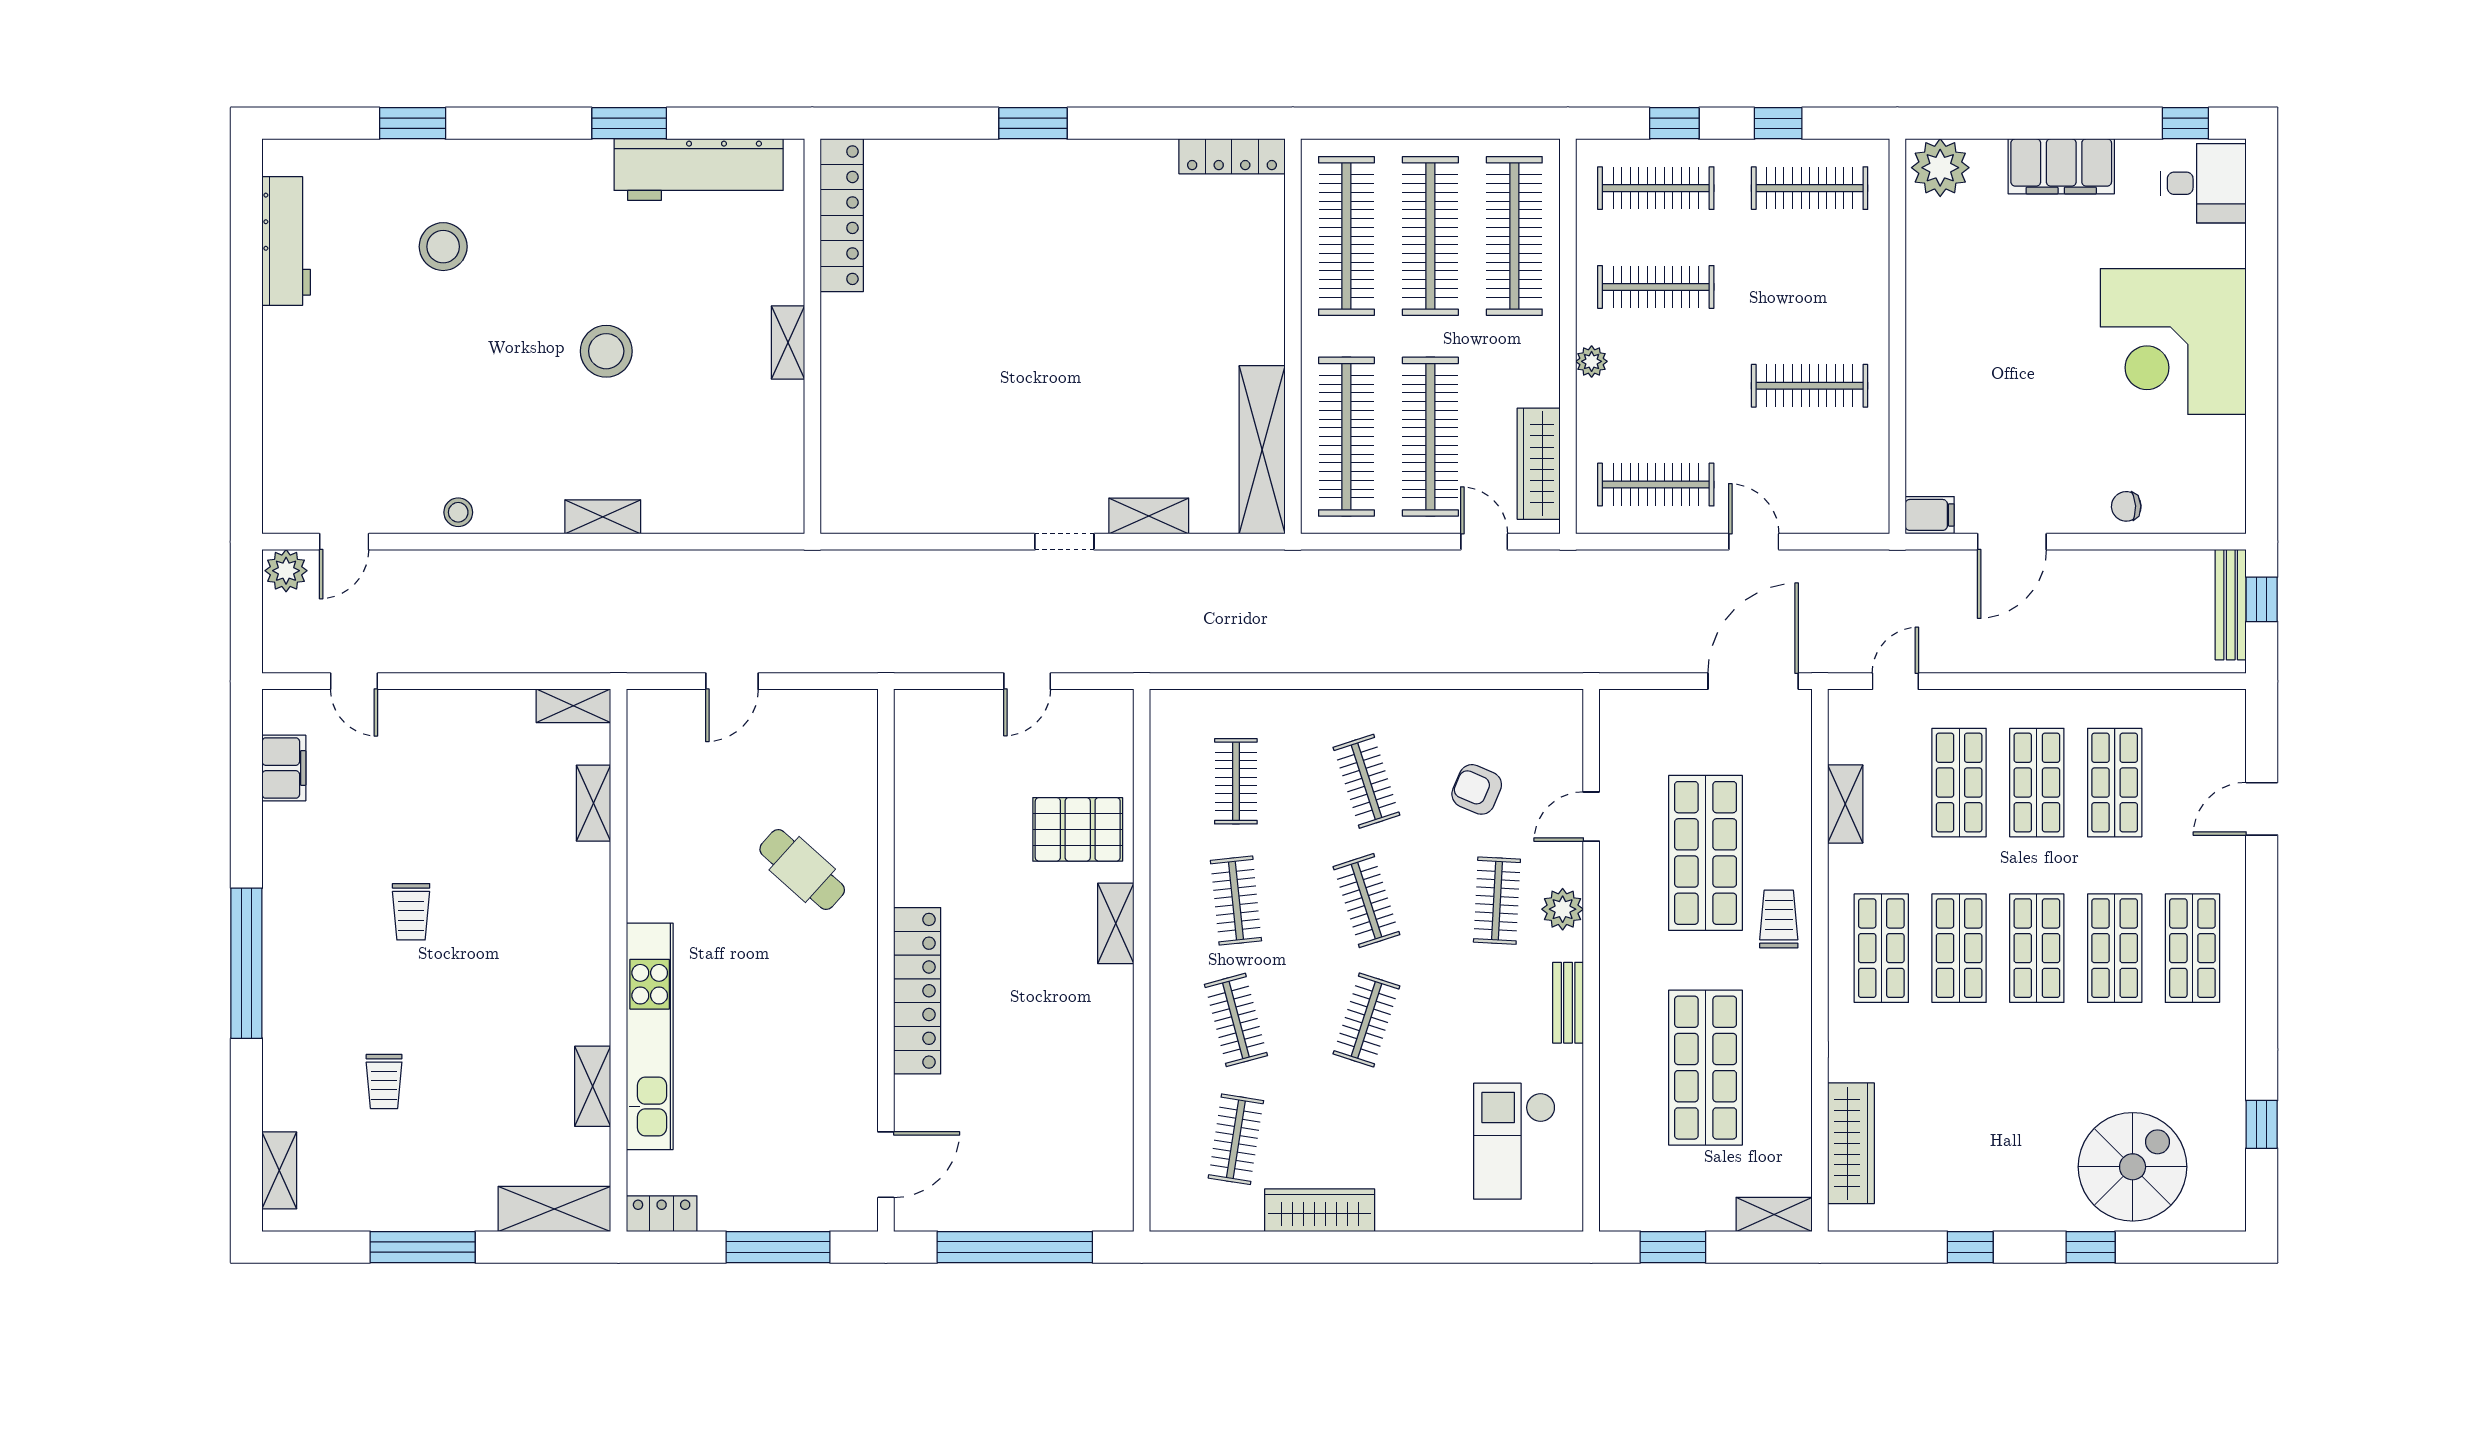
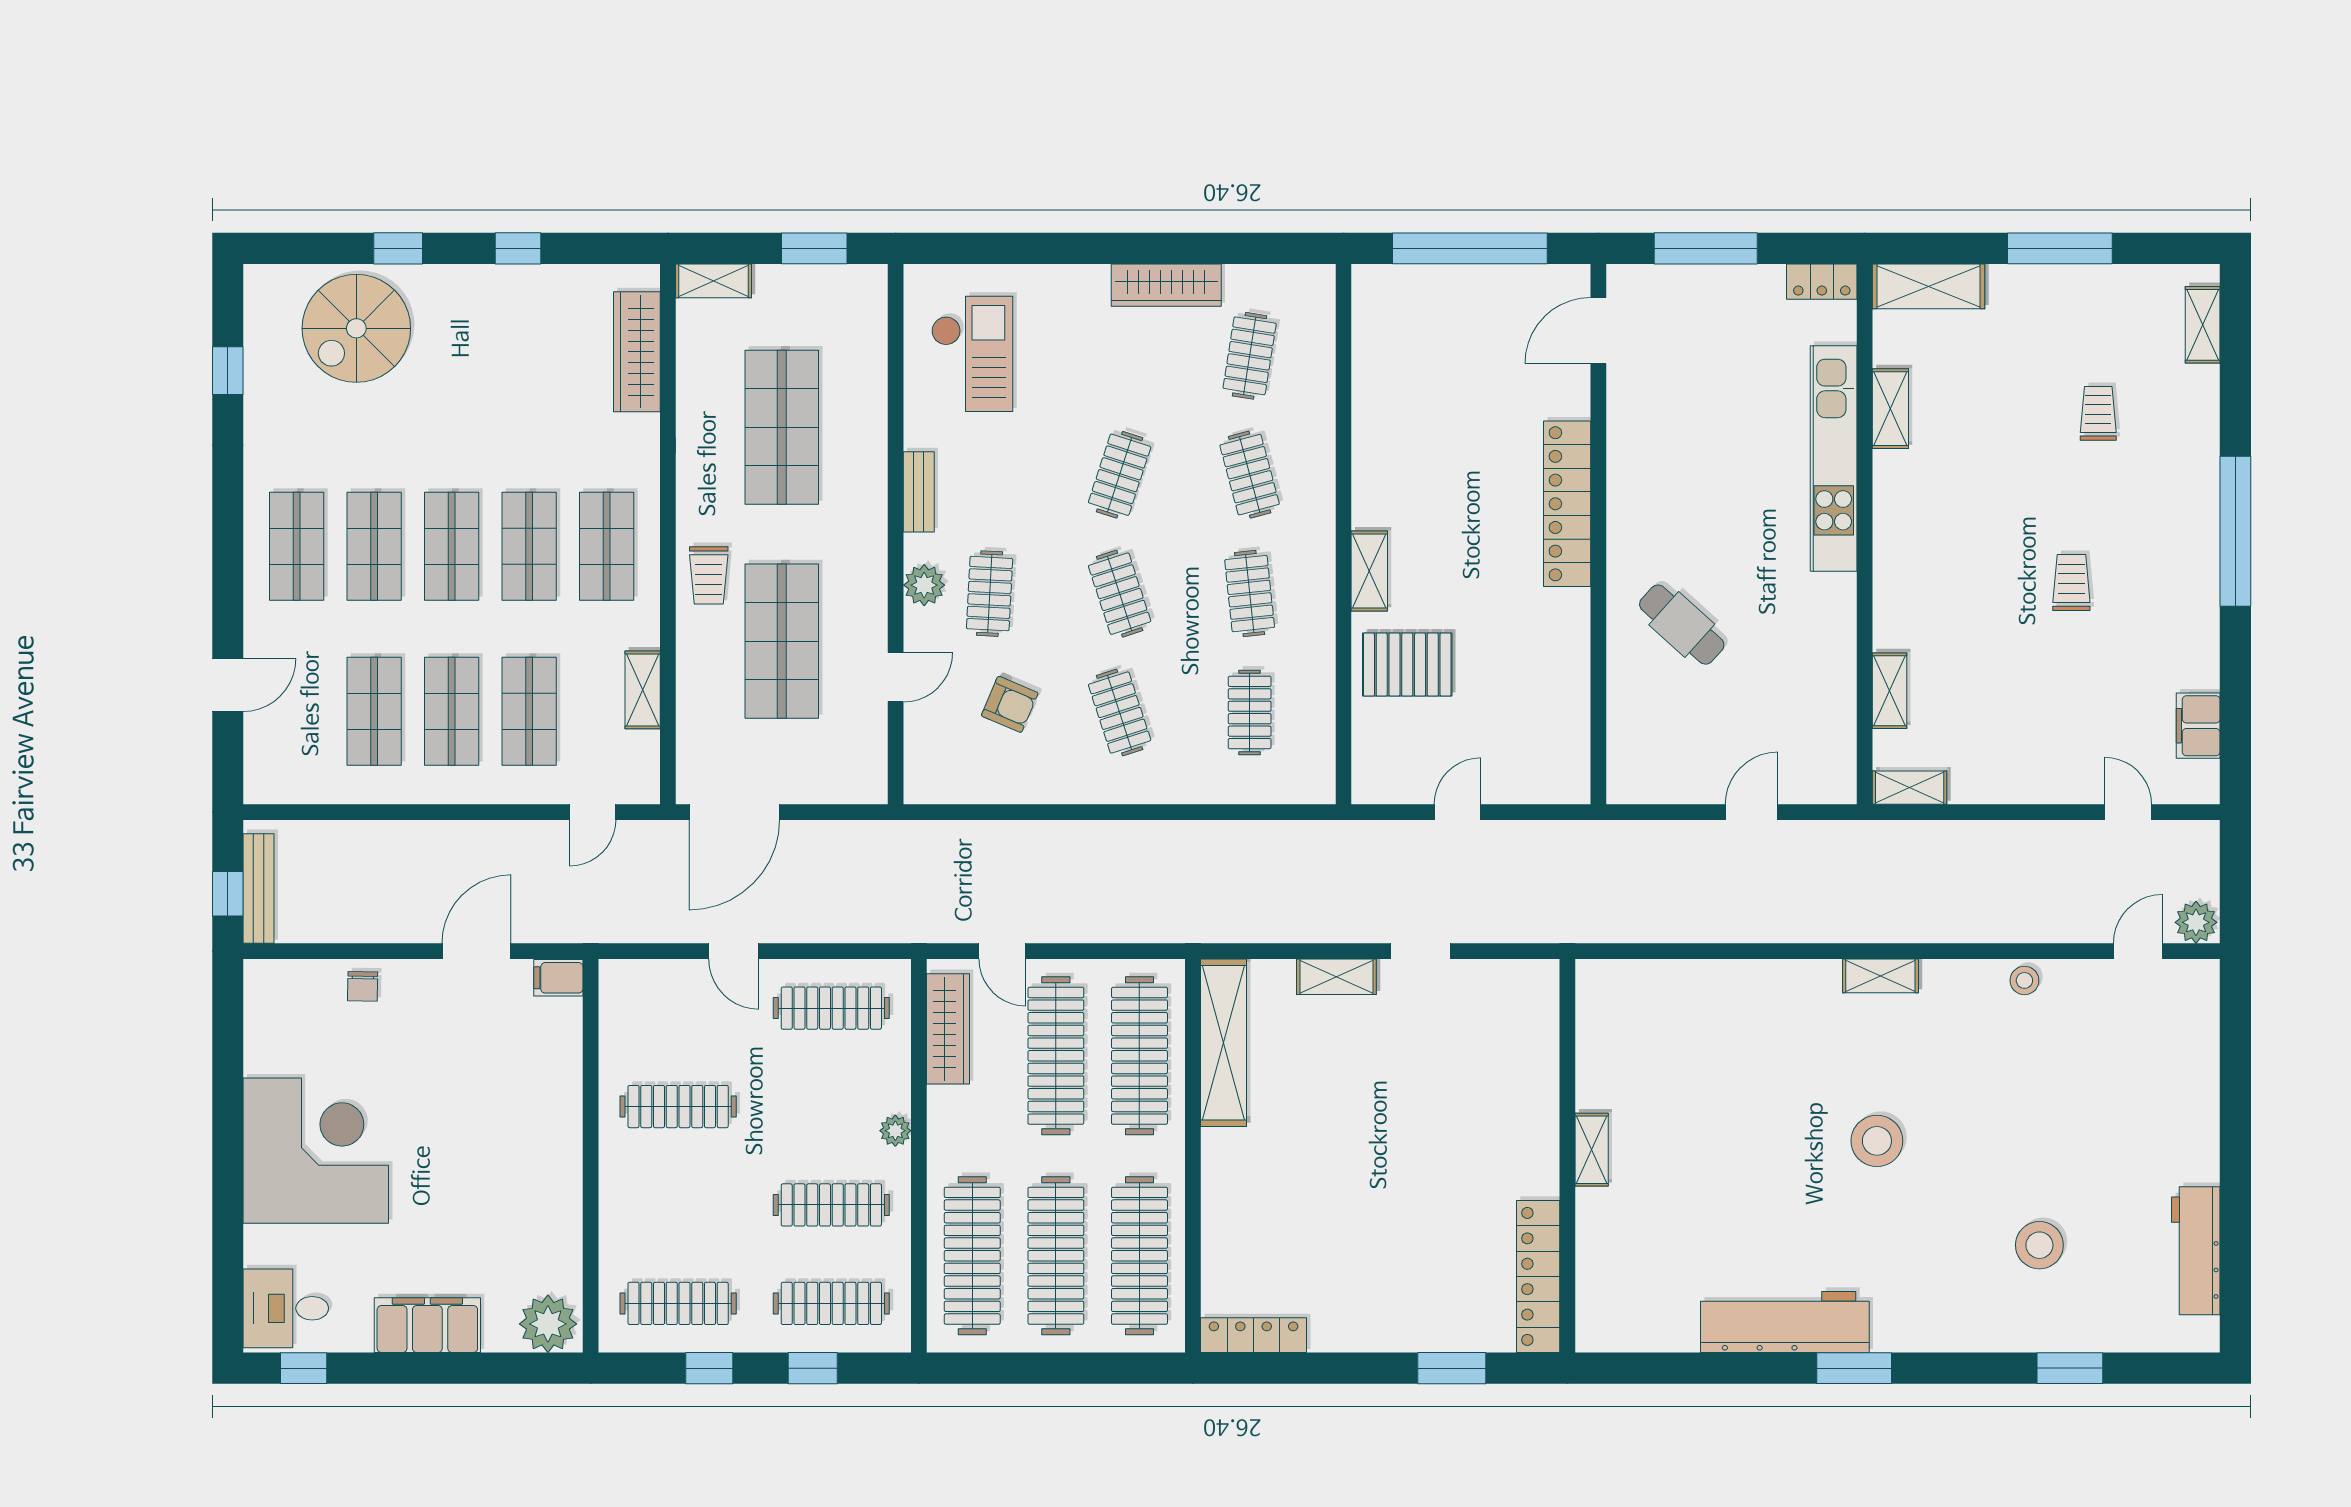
locker: (842, 215) -> (1538, 1276), moved
wall: (812, 336) -> (1567, 1156), moved
shelving: (788, 342) -> (1592, 1150), moved
chair: (2126, 506) -> (363, 986), turned 94

